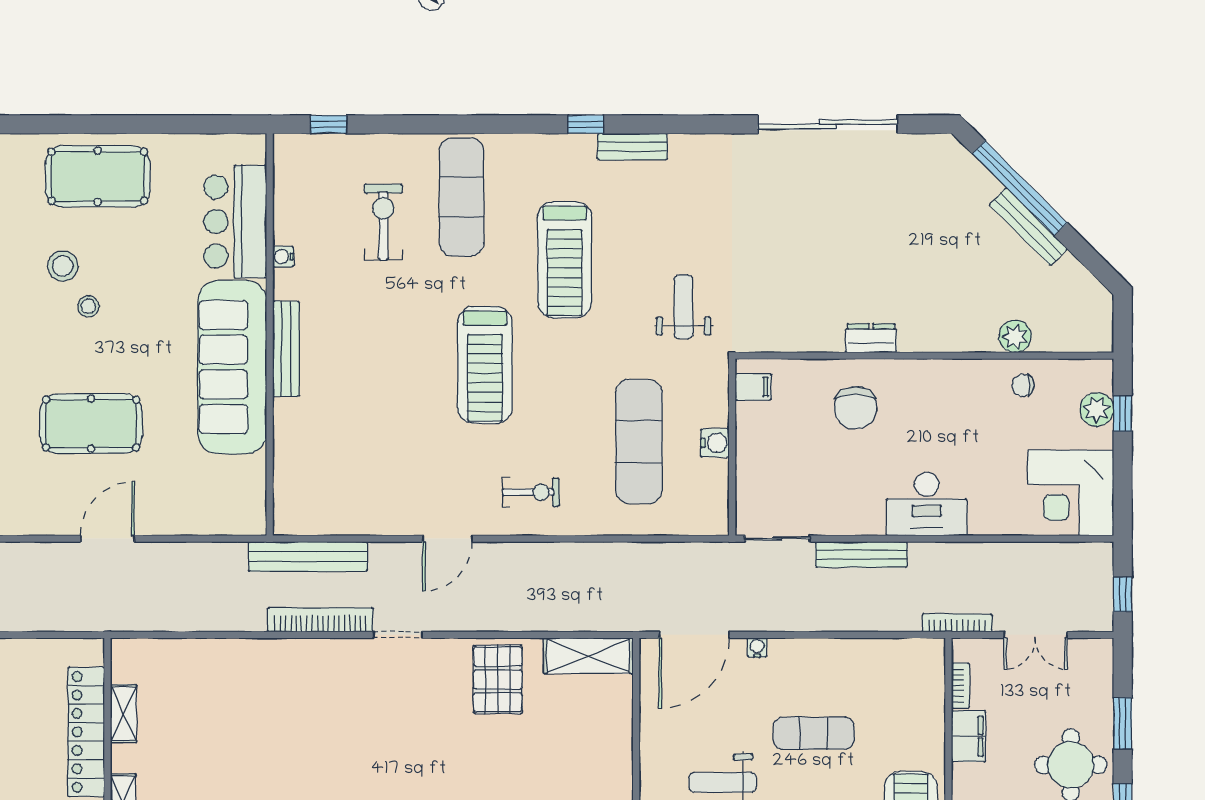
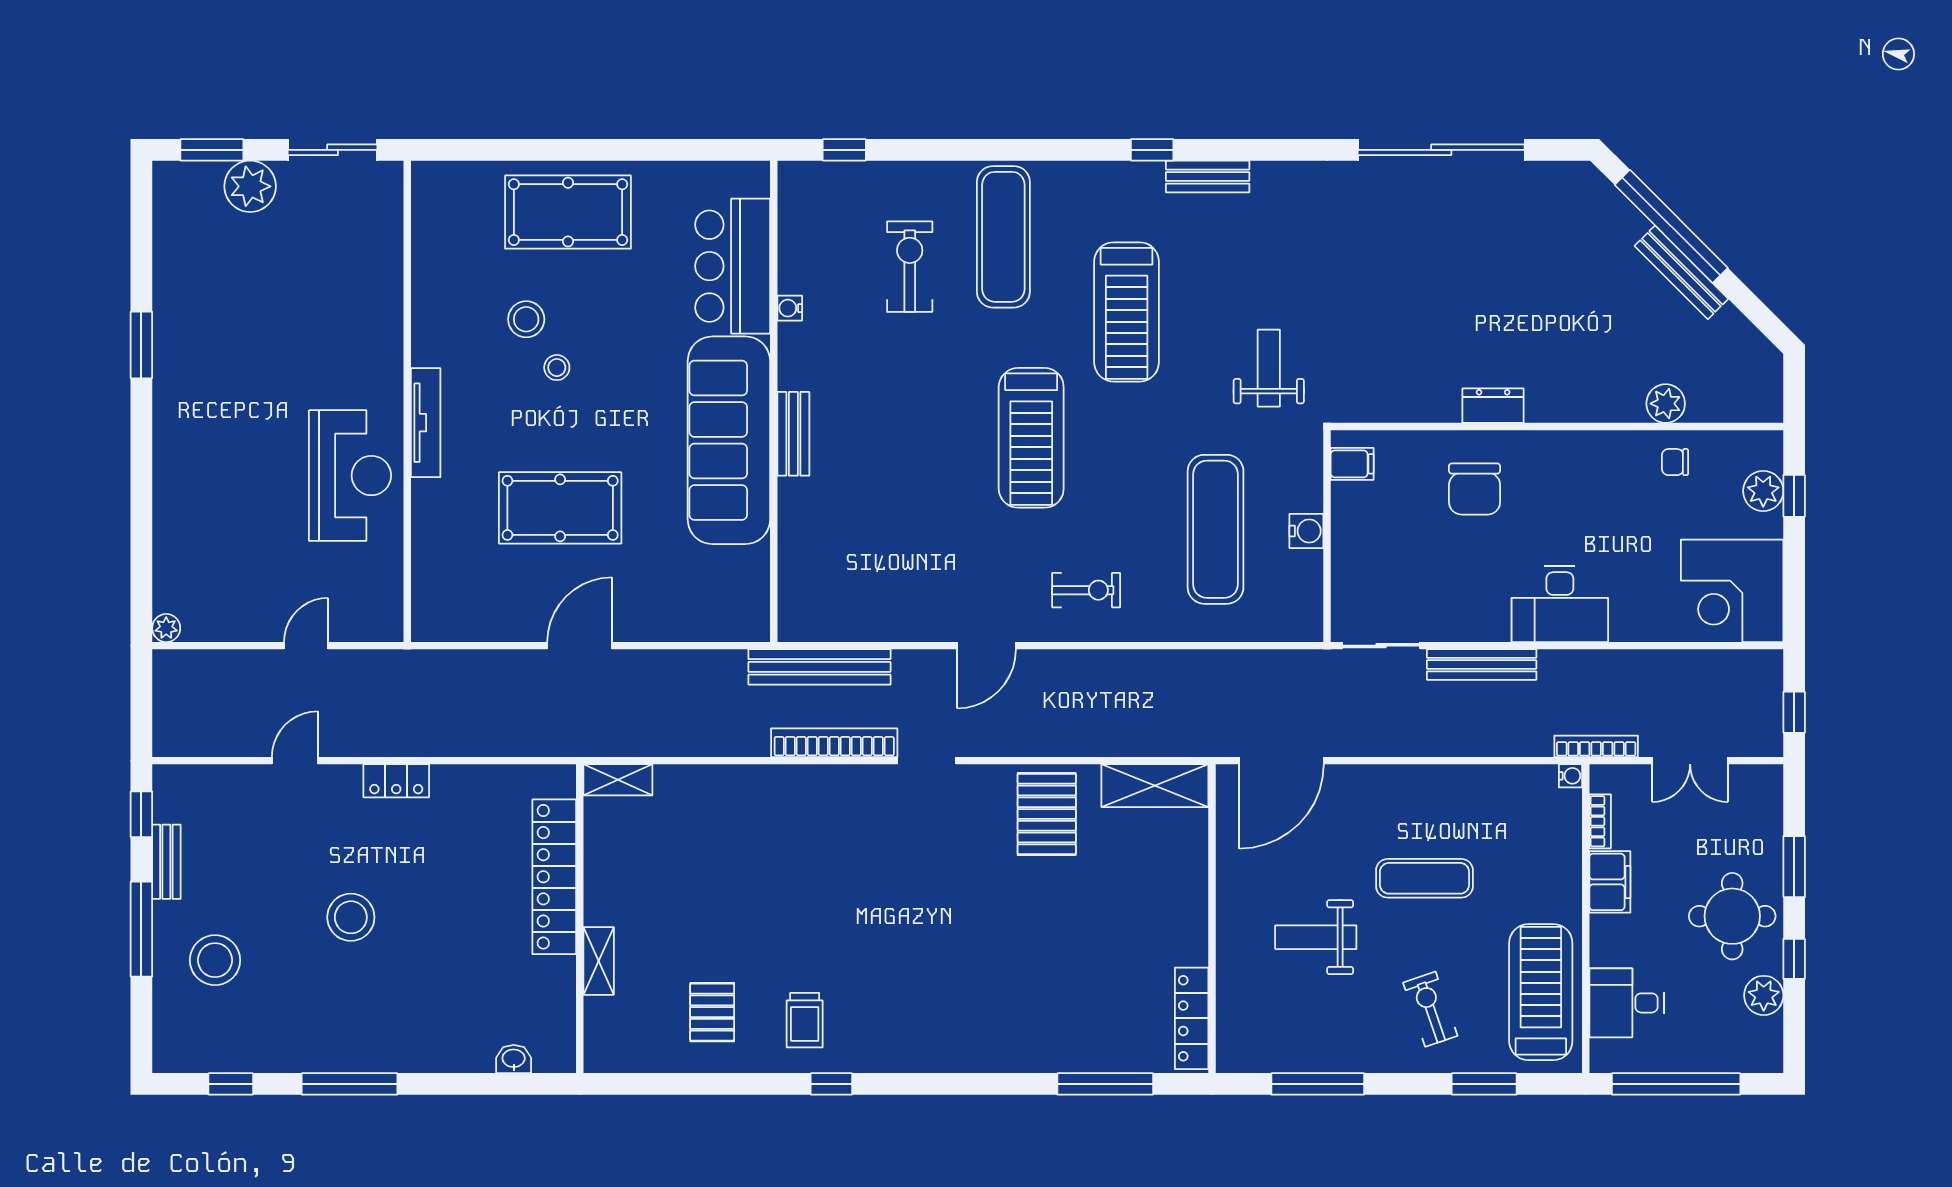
bench: (286, 349) -> (793, 434), width x0.73
water cooler: (757, 648) -> (1570, 776), moved, turned 90
shelving: (124, 714) -> (618, 780), moved, turned 90

